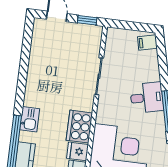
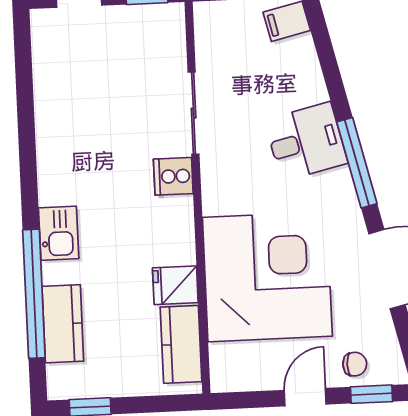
cooker: (79, 127) -> (173, 176), moved, width x0.53, depth x0.76

